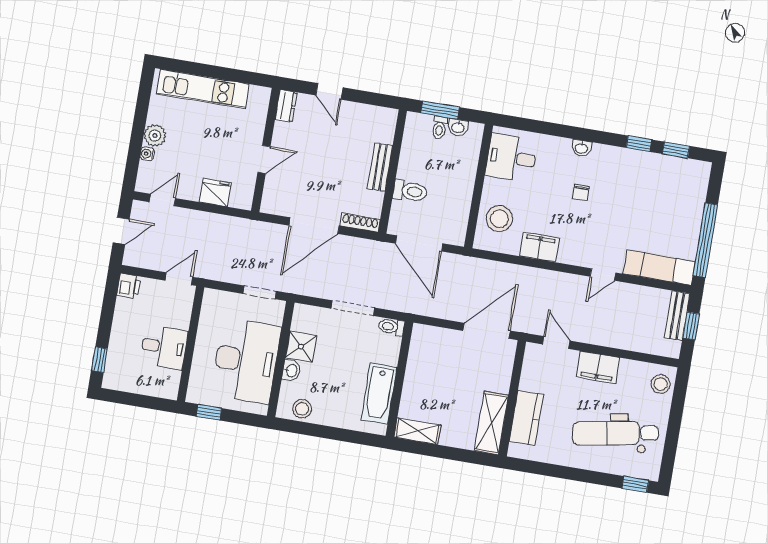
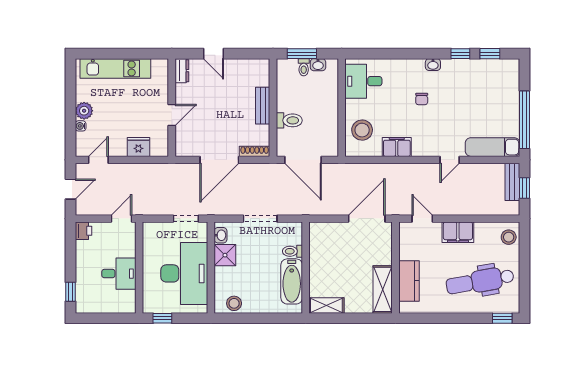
washbasin: (581, 148) -> (433, 65), moved
toilet: (391, 327) -> (292, 251), moved
washbasin: (291, 371) -> (221, 235), moved

